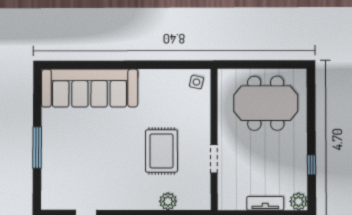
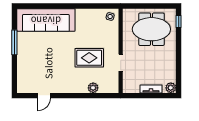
window: (37, 148) -> (14, 42), moved
rug: (161, 151) -> (89, 58), turned 90
window: (311, 165) -> (179, 22), moved

